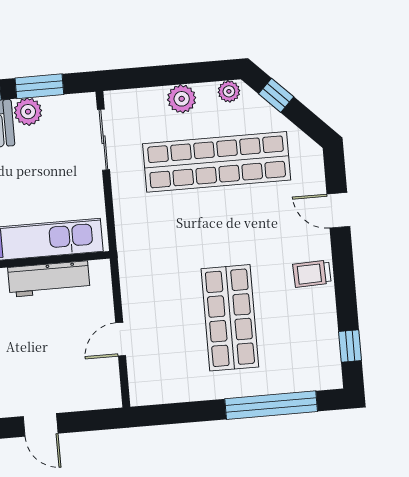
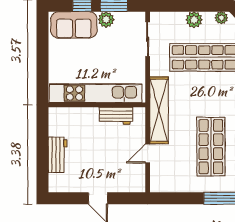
shelving: (134, 262) -> (159, 110), added
workbench: (49, 279) -> (116, 116), width x0.73

